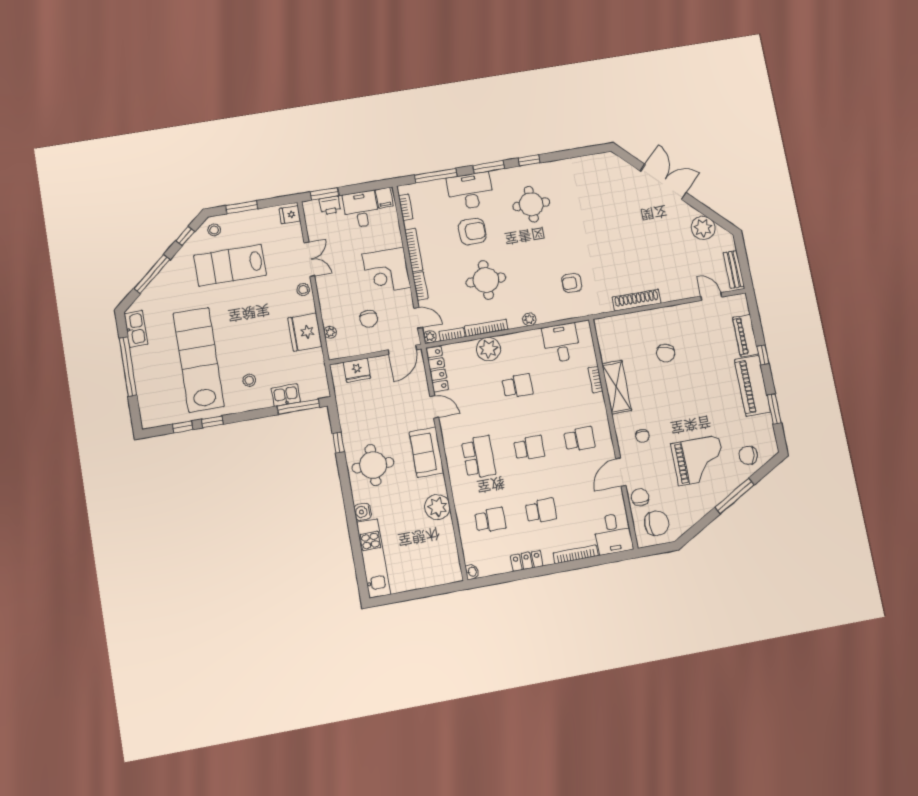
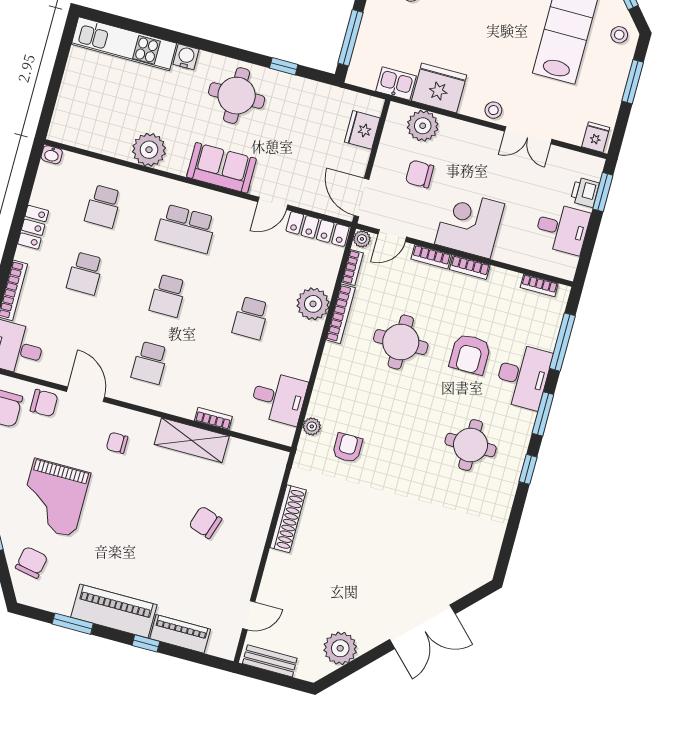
filing cabinet: (384, 198) -> (563, 264), removed
bookcase: (414, 250) -> (470, 267), width x0.64
plant: (529, 319) -> (312, 426), moved
plant: (330, 332) -> (423, 126), width x1.87, depth x1.87
kitchen sink: (286, 395) -> (396, 84), moved, turned -90

